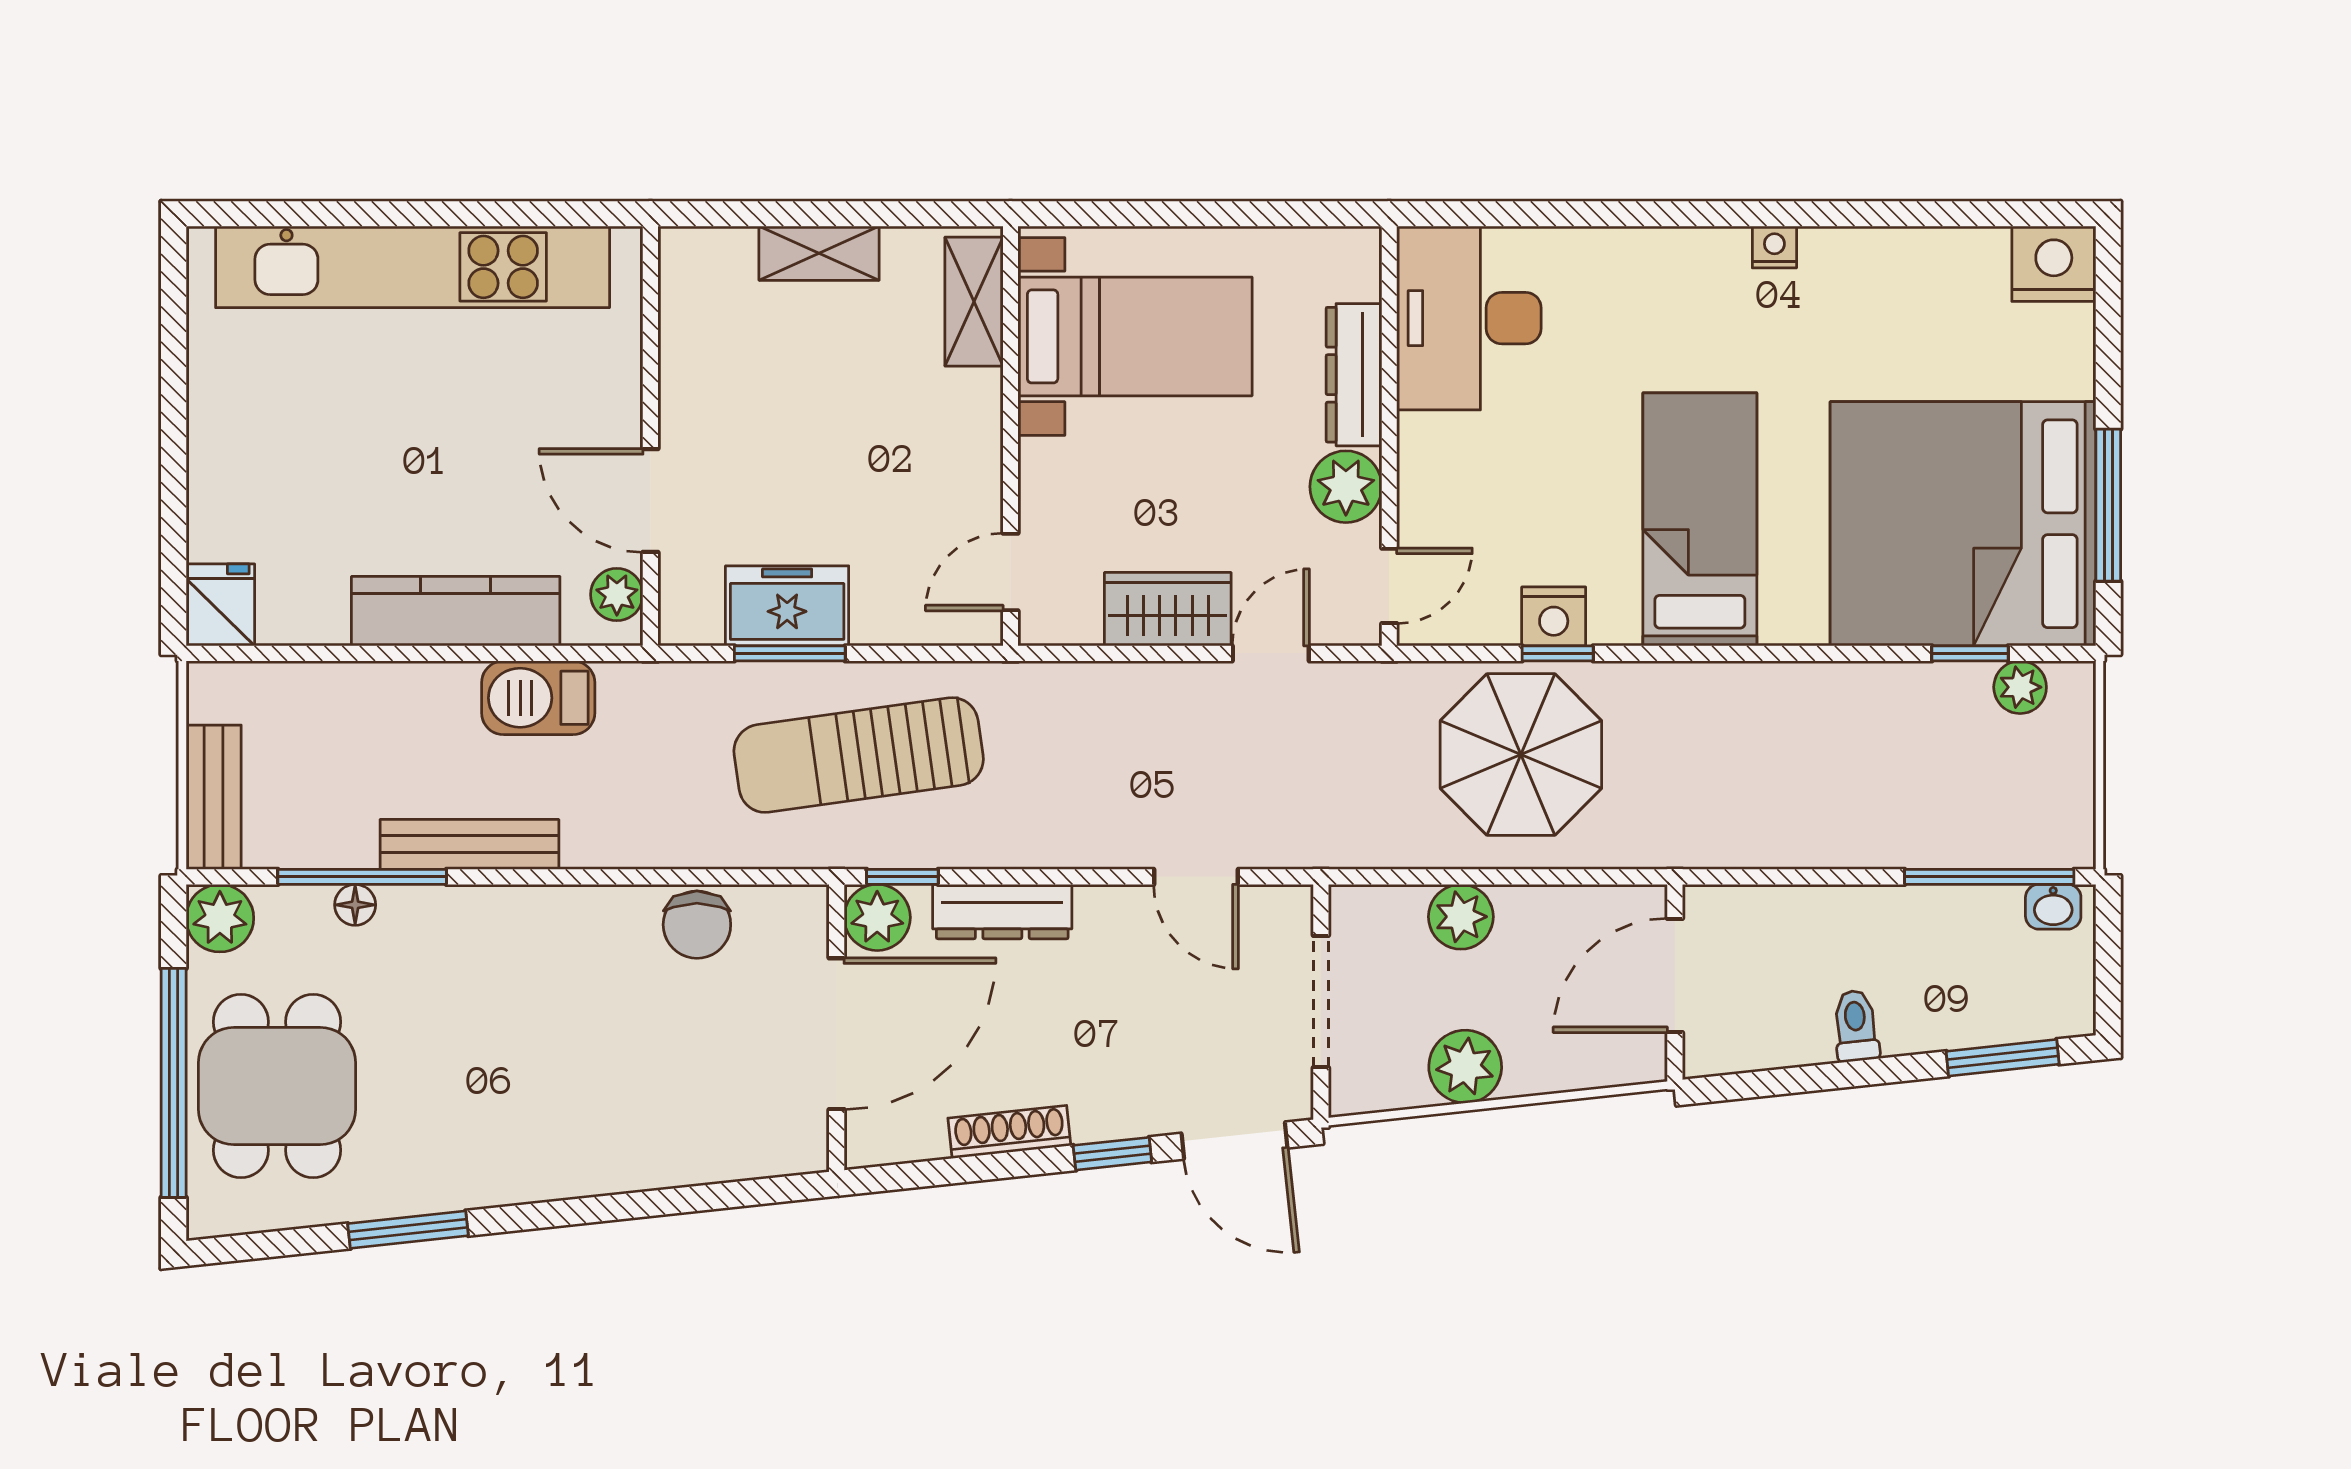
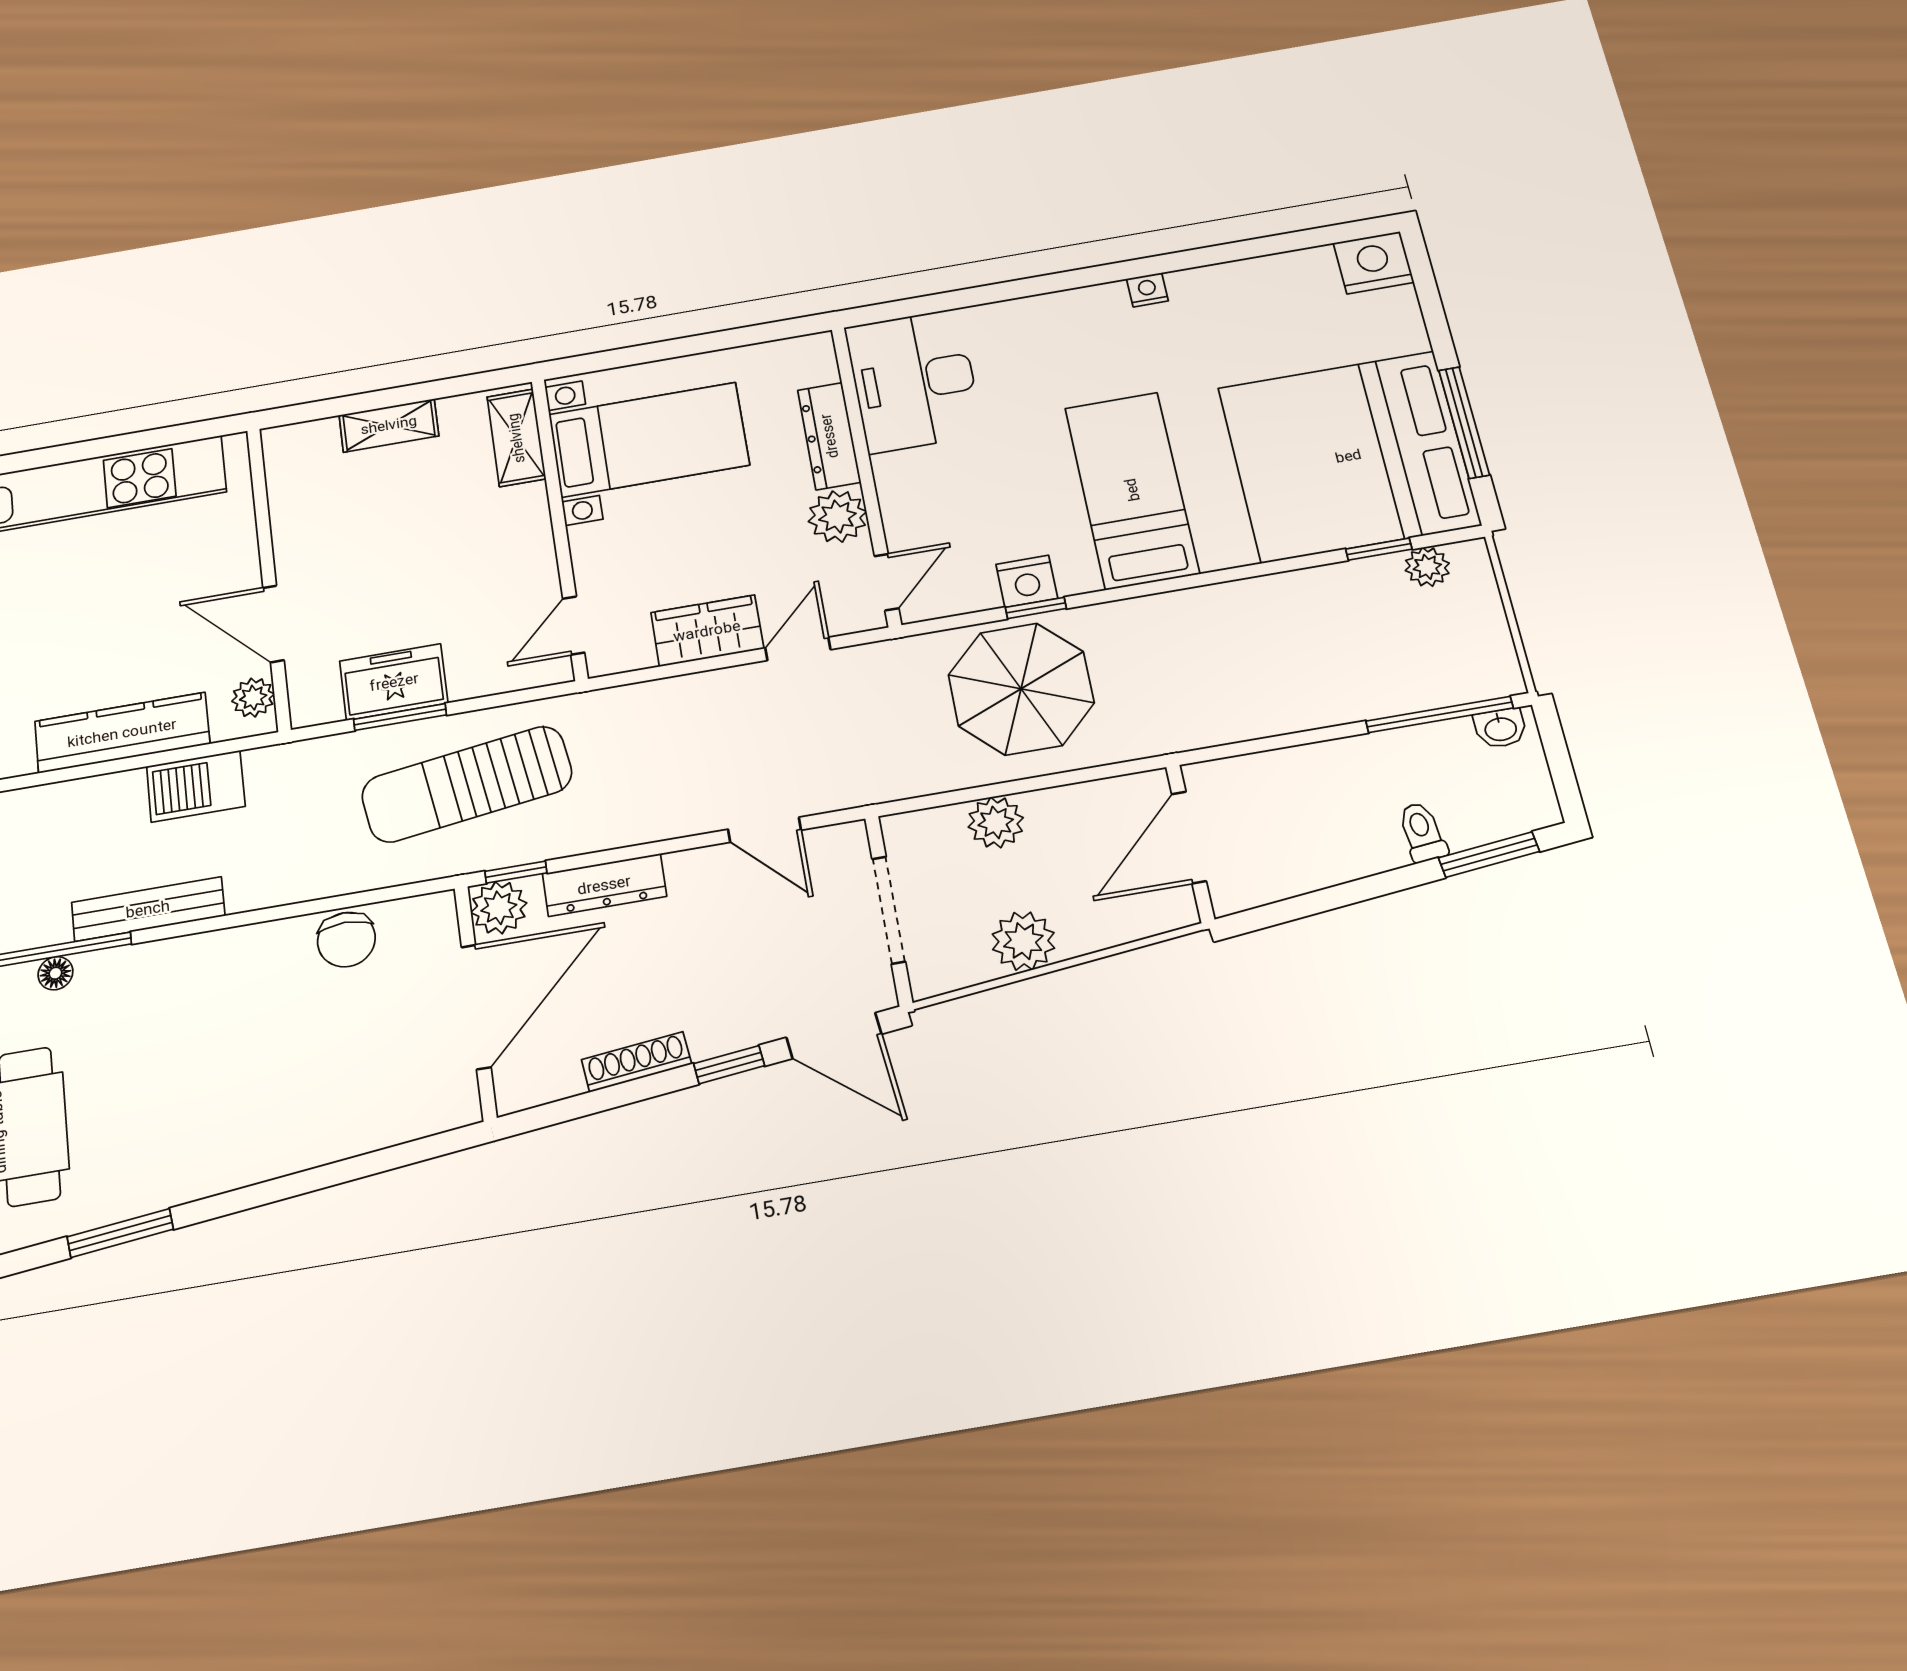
toilet: (1856, 1026) -> (1422, 832), moved

